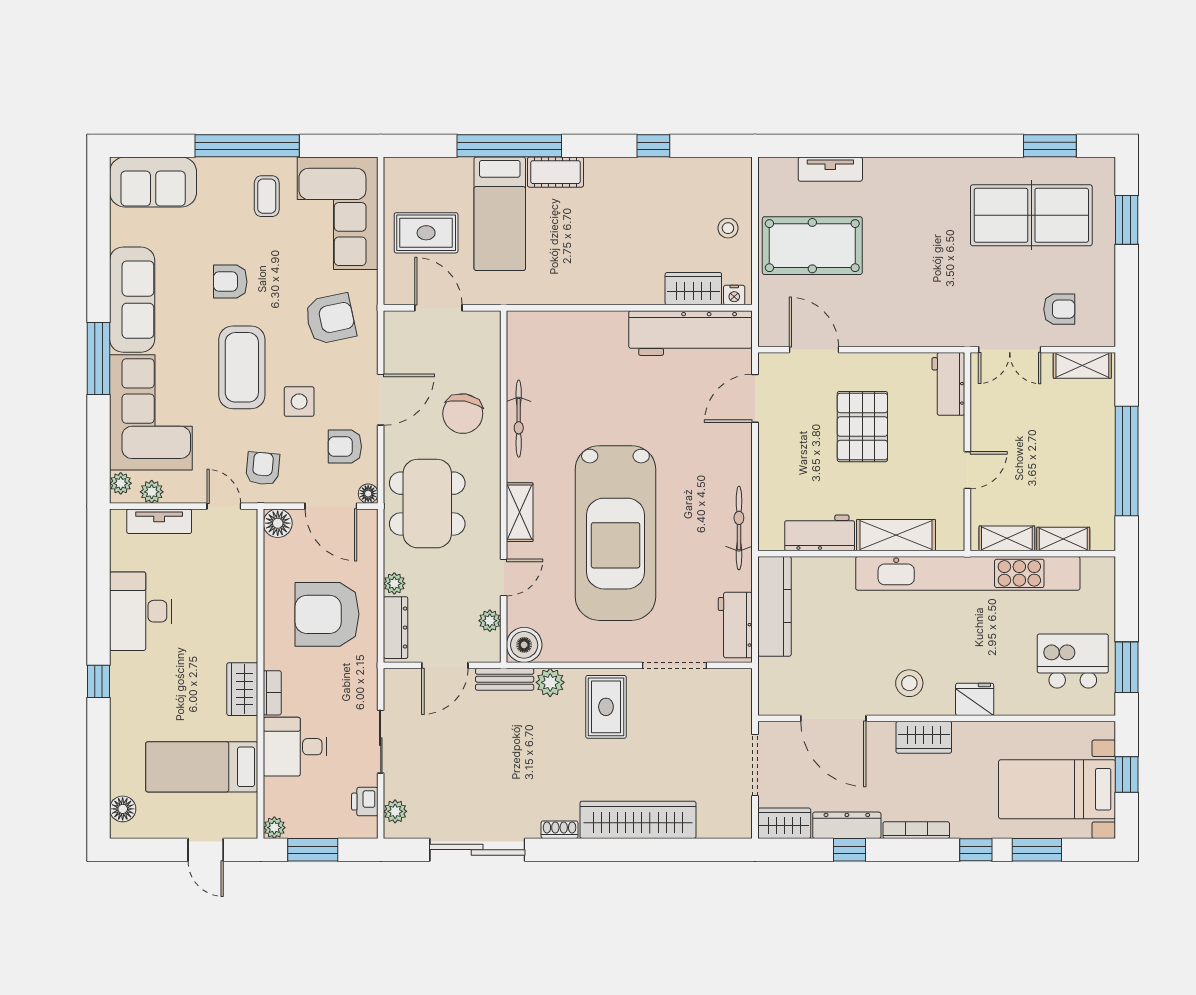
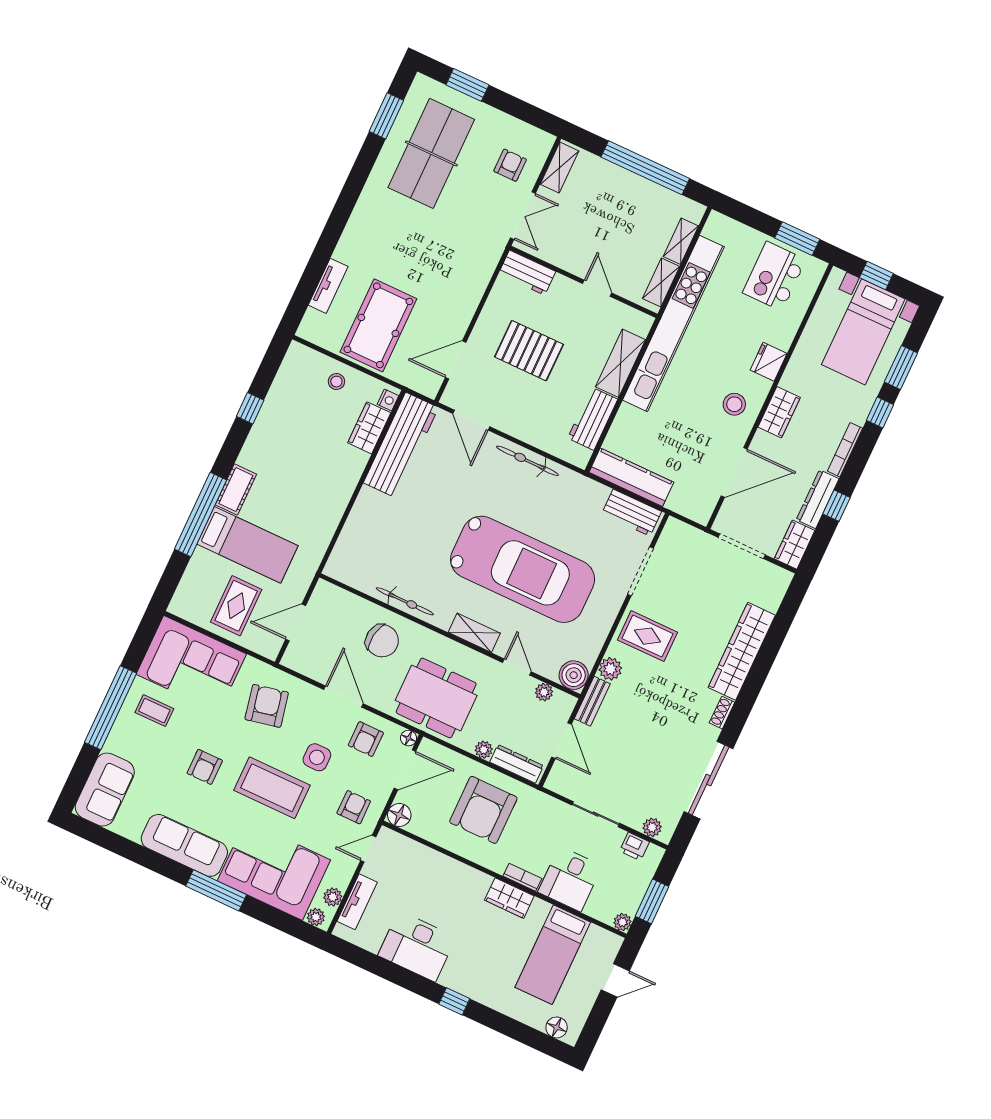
armchair: (263, 468) -> (354, 807), turned 85
bicycle: (739, 528) -> (528, 461), moved

